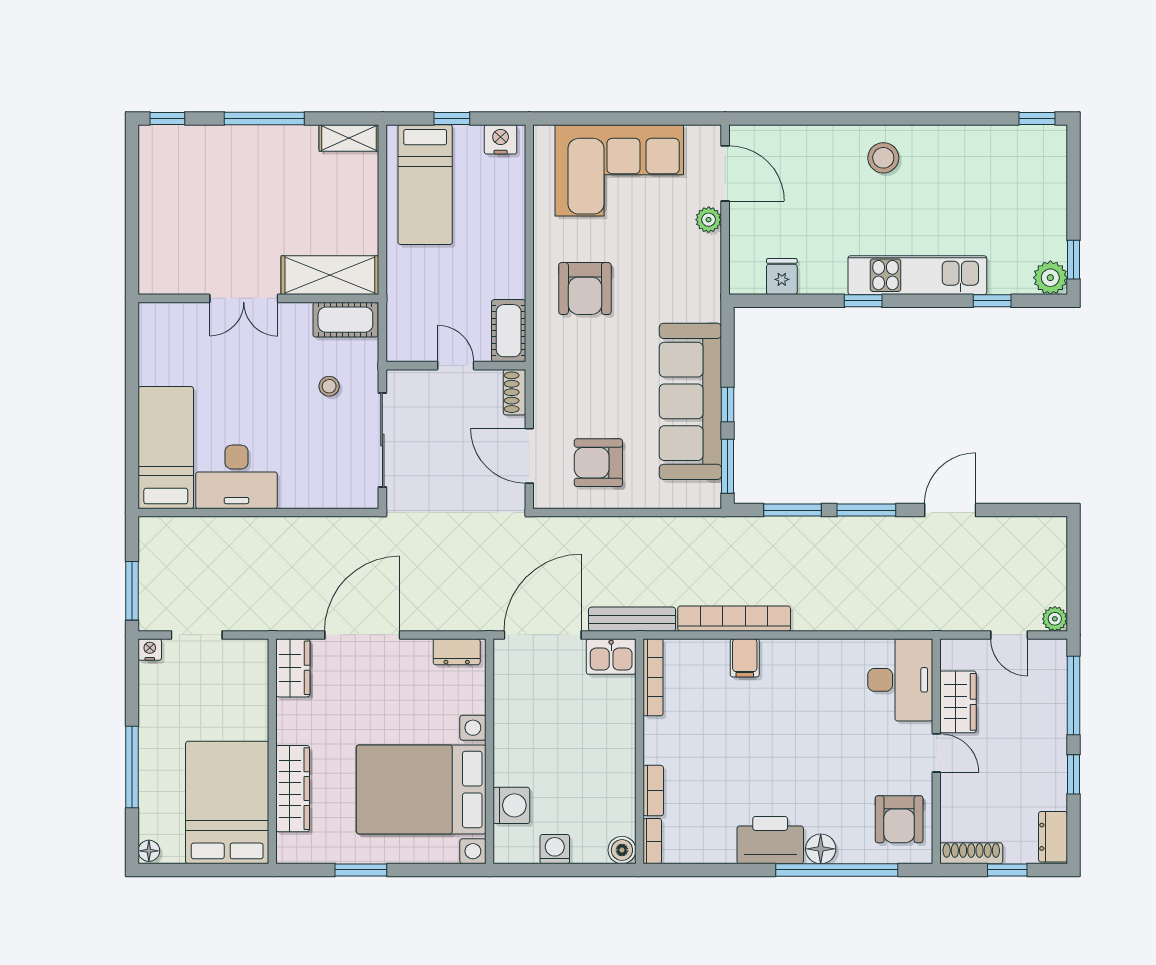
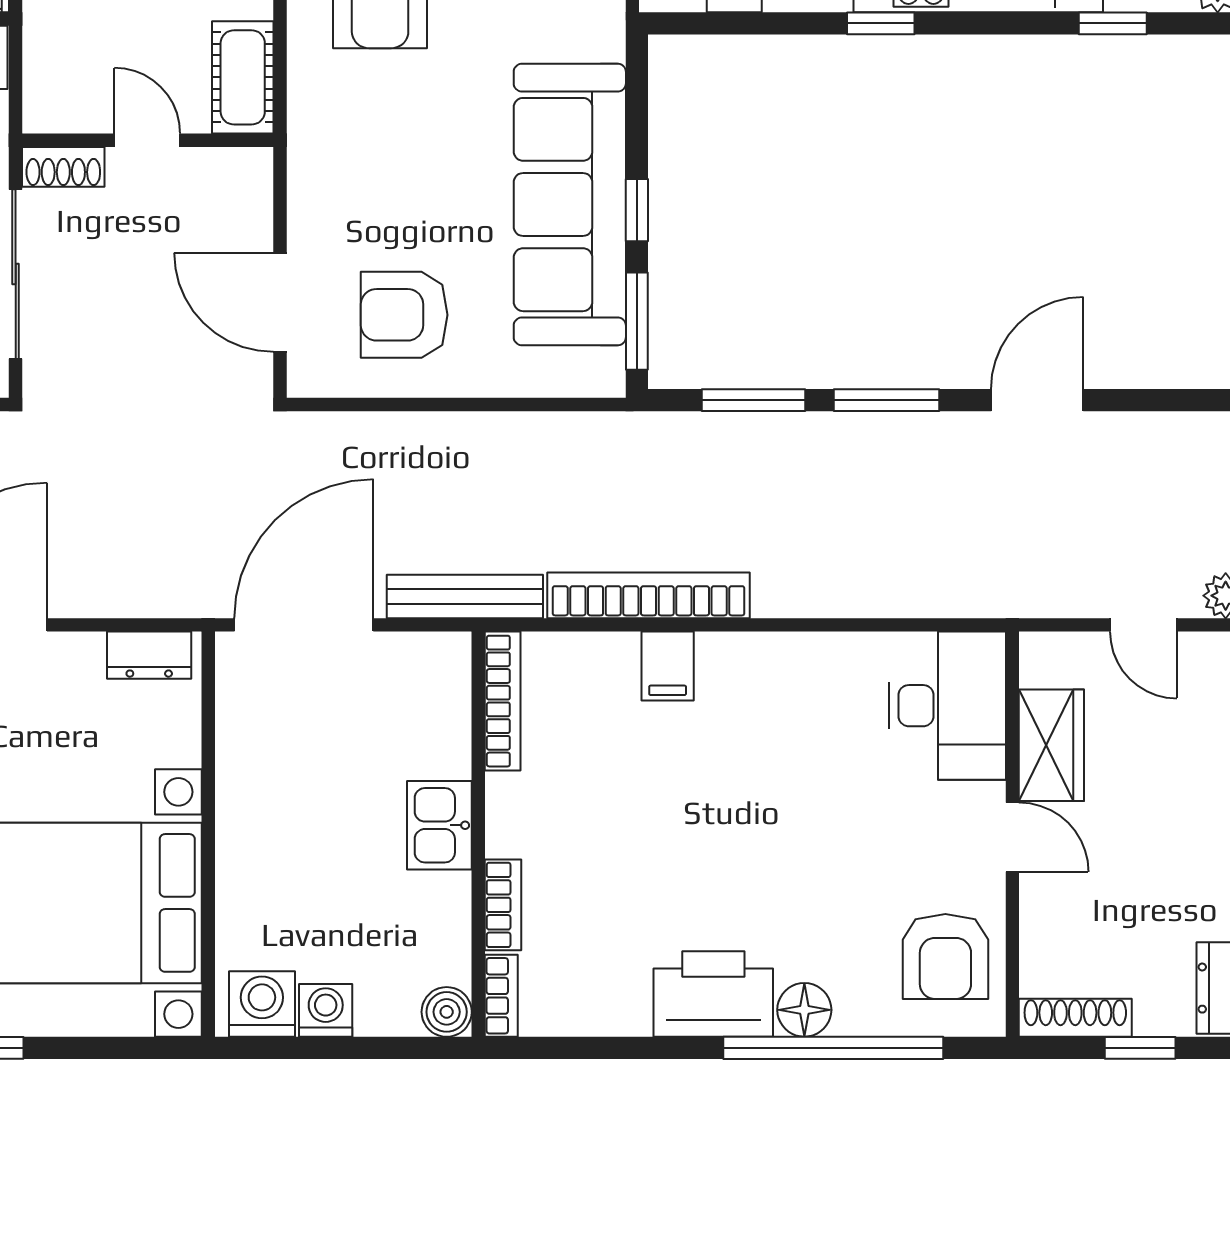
shoe rack: (515, 392) -> (63, 167), moved, turned -90
kitchen sink: (611, 657) -> (439, 825), moved, turned 90
washing machine: (511, 805) -> (262, 1004), moved, turned -90

